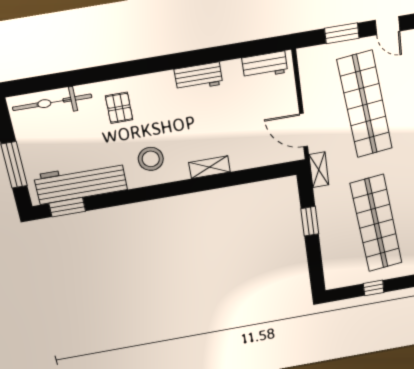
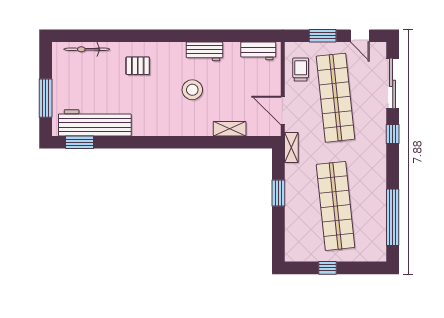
trolley: (319, 79) -> (301, 69), added
bicycle: (52, 102) -> (87, 49), width x0.73, depth x0.71
pallet: (119, 108) -> (138, 66), turned 90
stool: (151, 159) -> (192, 90), moved
shelving: (210, 167) -> (230, 129), moved

